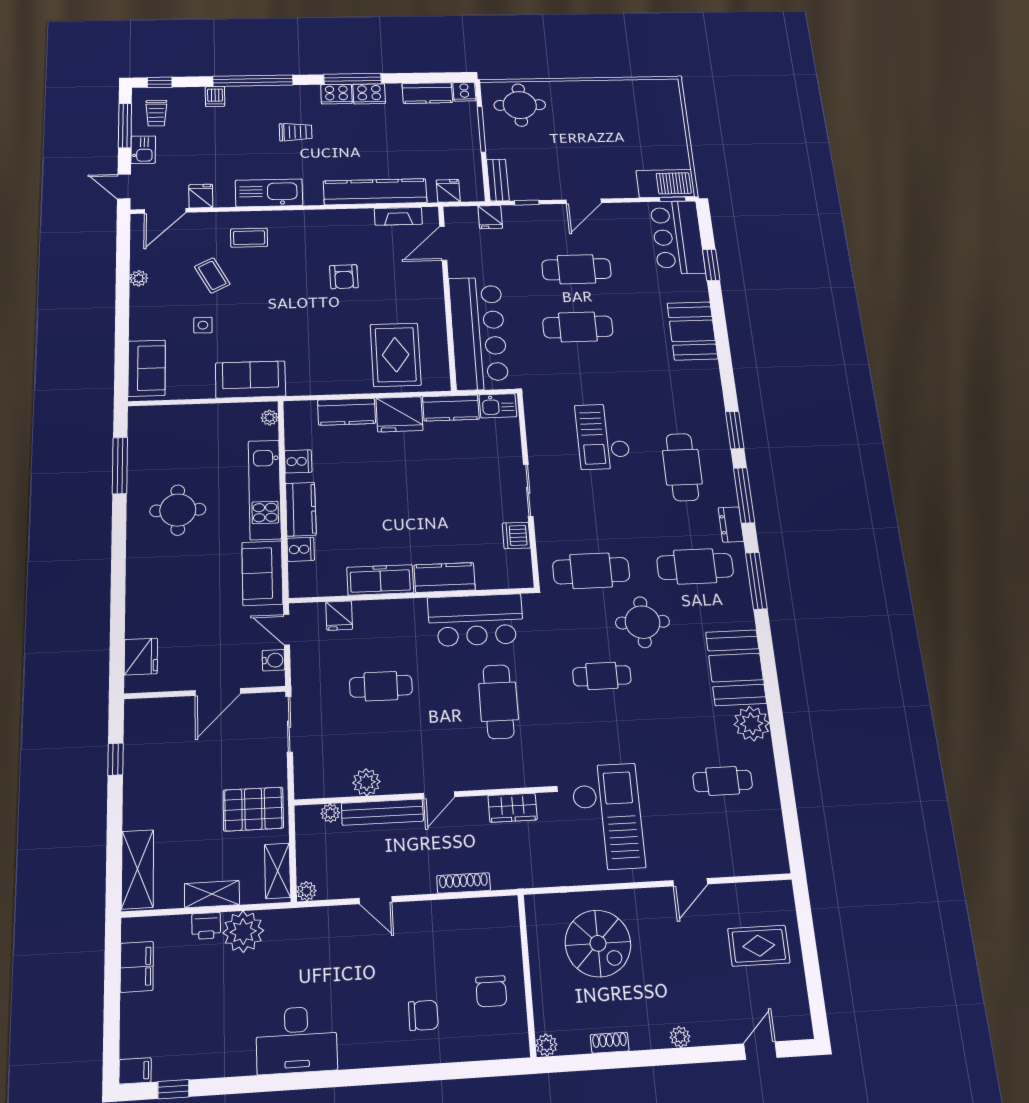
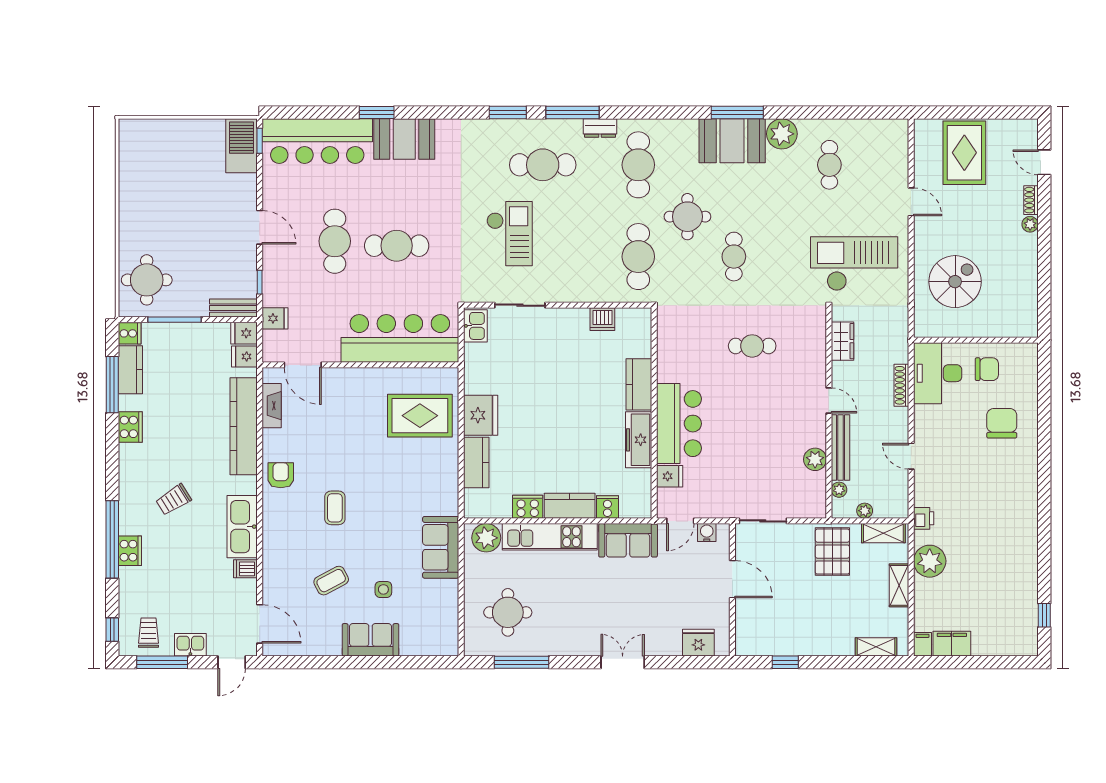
window: (353, 79) -> (112, 385), moved
cooker: (336, 94) -> (130, 551), moved
dishwasher: (215, 97) -> (245, 569), moved, turned 180
trolley: (156, 113) -> (148, 633), turned -90
trolley: (296, 132) -> (173, 500), turned -122
fridge: (201, 196) -> (244, 333), moved
bar counter: (678, 237) -> (317, 141), width x1.36
coffee table: (249, 238) -> (335, 508), moved
window: (711, 265) -> (377, 112), moved
armchair: (344, 277) -> (281, 475), moved, turned -89
plant: (139, 278) -> (332, 648), removed
cafe table: (578, 327) -> (397, 246), turned 90
sofa: (147, 368) -> (371, 640), moved
kitchen counter: (451, 408) -> (476, 369), removed
plant: (270, 418) -> (486, 538), width x1.87, depth x1.87
checkout: (603, 436) -> (510, 234), turned -90
cooker: (298, 461) -> (528, 507), width x1.36
sliding door: (528, 490) -> (520, 305), moved
round table: (178, 510) -> (508, 612), moved
double door: (118, 573) -> (623, 662), added
window: (756, 581) -> (737, 112), moved
bar counter: (476, 620) -> (679, 424), moved
cafe table: (381, 686) -> (734, 444), removed
cafe table: (499, 702) -> (752, 346), width x0.73, depth x0.74
shelving: (138, 869) -> (876, 647), width x0.67, depth x0.75
plant: (306, 891) -> (865, 511), moved
door: (376, 900) -> (911, 456), swing flipped
printer: (206, 926) -> (924, 518), moved
rug: (759, 946) -> (964, 153), width x1.36, depth x1.43
chair: (423, 1015) -> (1002, 423), width x1.37, depth x1.37
desk: (297, 1040) -> (938, 373), moved, turned 180
shoe rack: (610, 1043) -> (1031, 200), moved
plant: (546, 1045) -> (1030, 329), removed
filing cabinet: (135, 1071) -> (922, 644), moved

